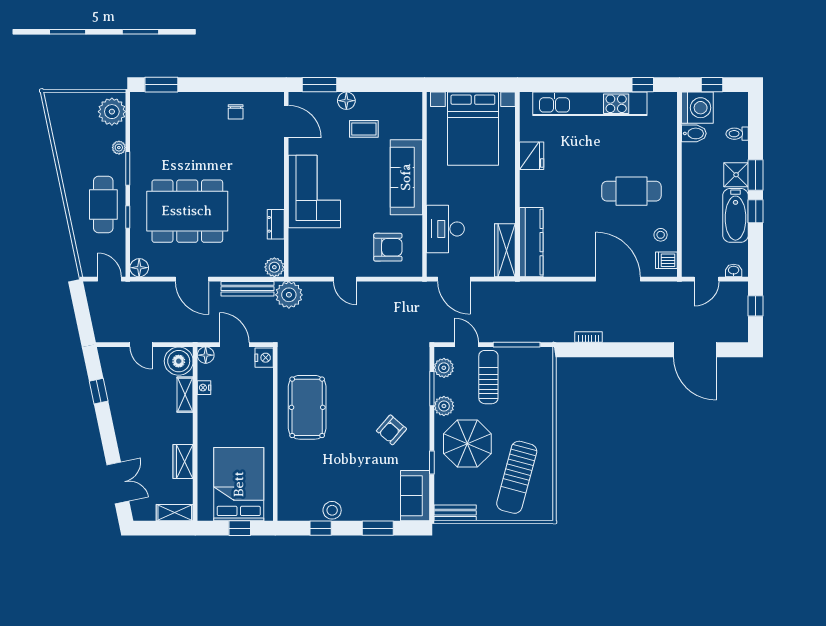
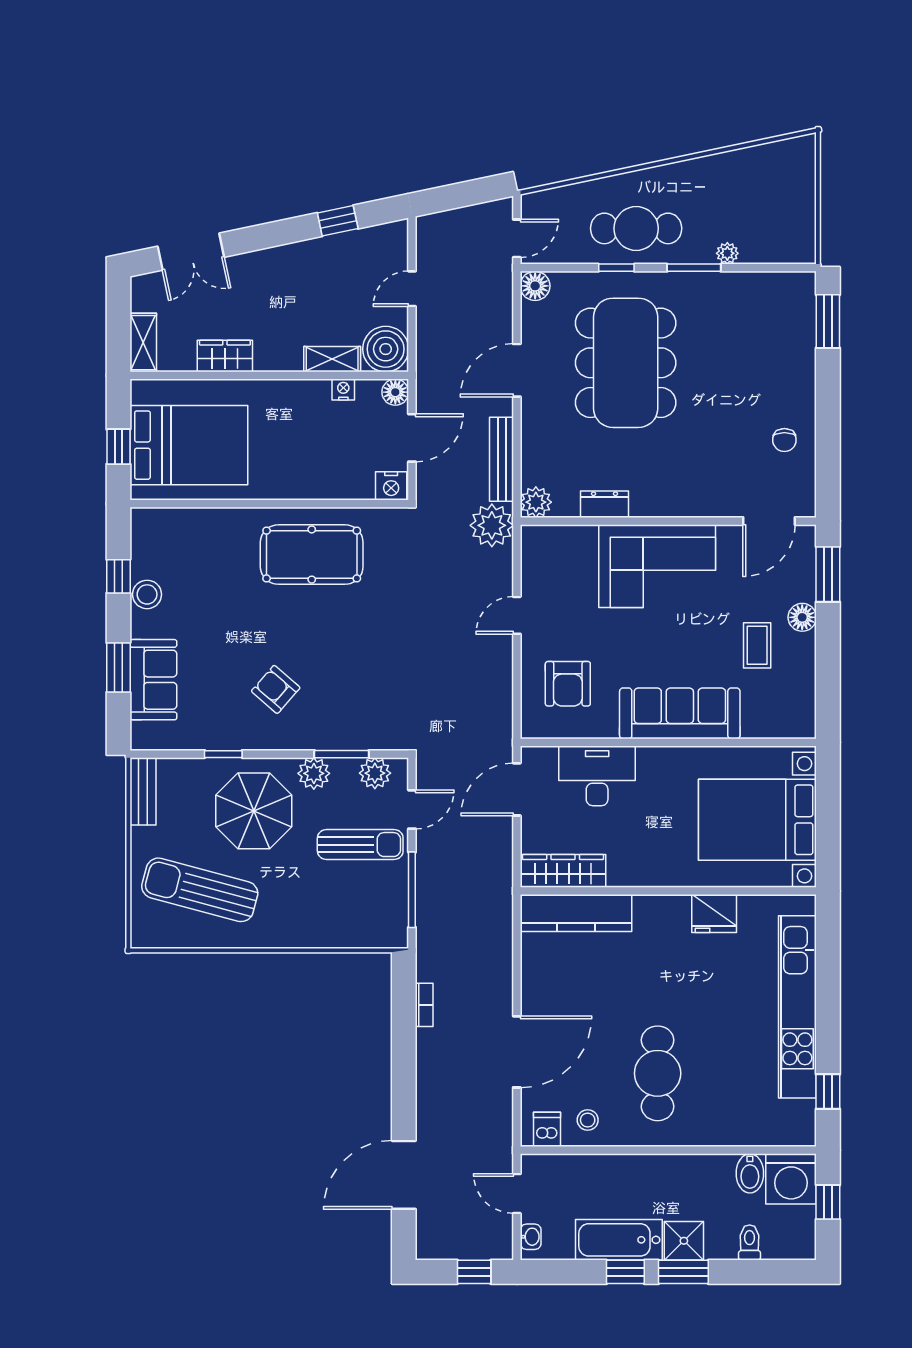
plant: (112, 112) -> (785, 242), removed
chair: (236, 112) -> (784, 440), turned -90
sofa: (415, 496) -> (153, 680), moved, turned 90

